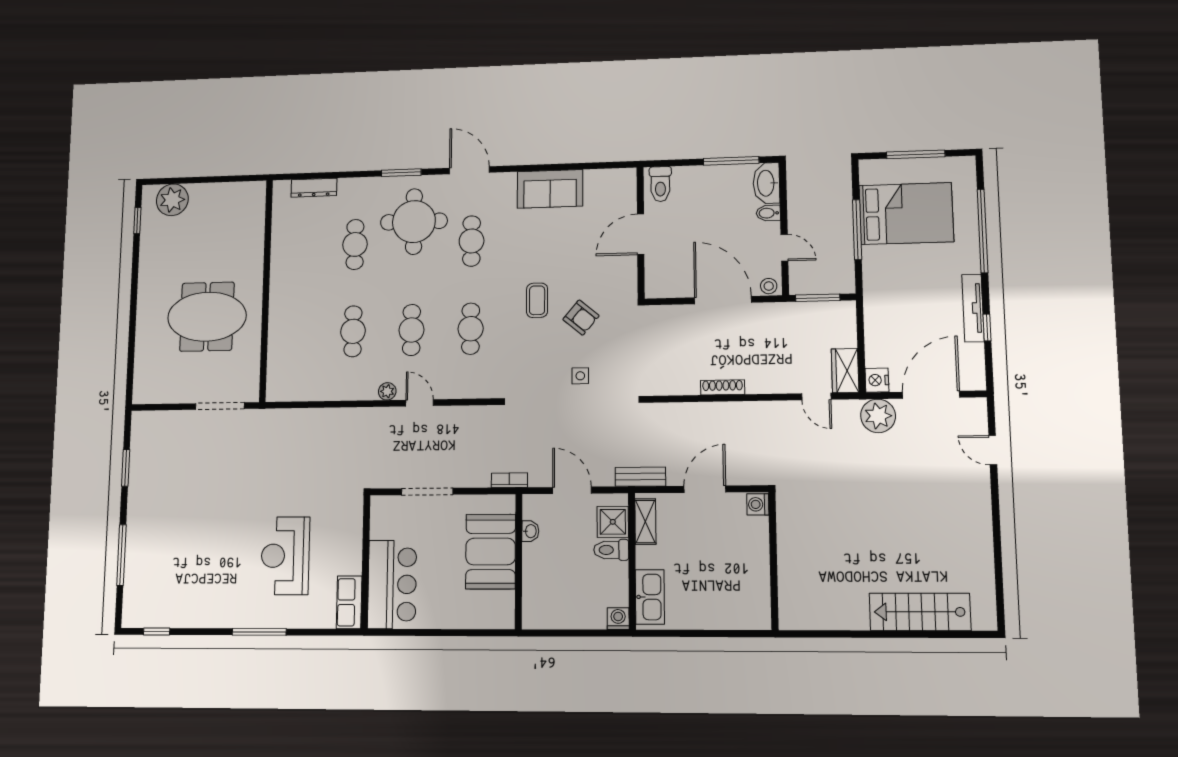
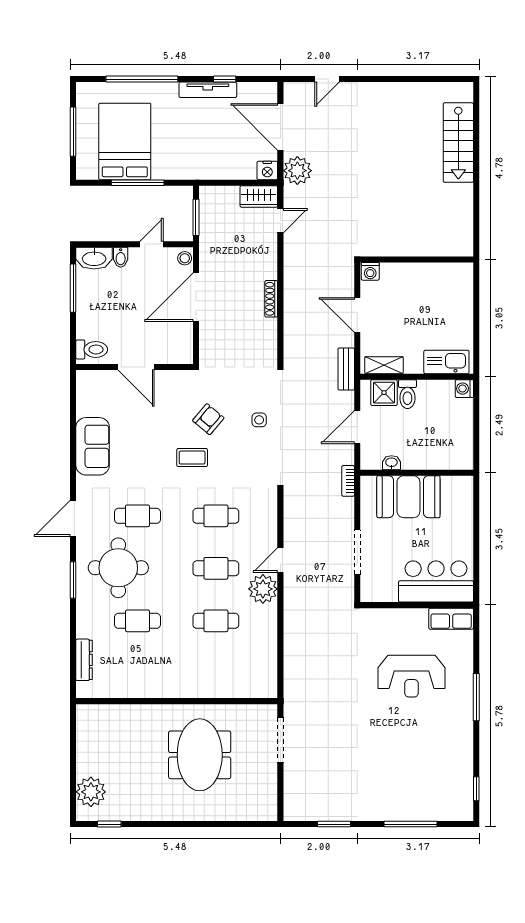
plant: (387, 391) -> (263, 589), width x1.87, depth x1.87

